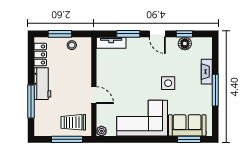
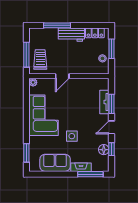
tv unit: (111, 43) -> (104, 102), moved
window: (215, 90) -> (90, 174), moved
sofa: (187, 125) -> (55, 163), moved, turned -90

